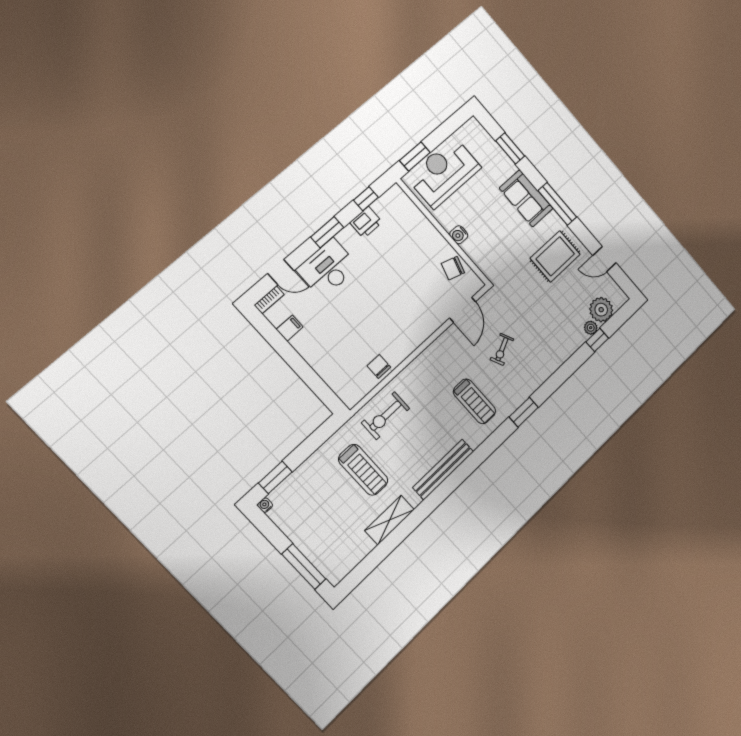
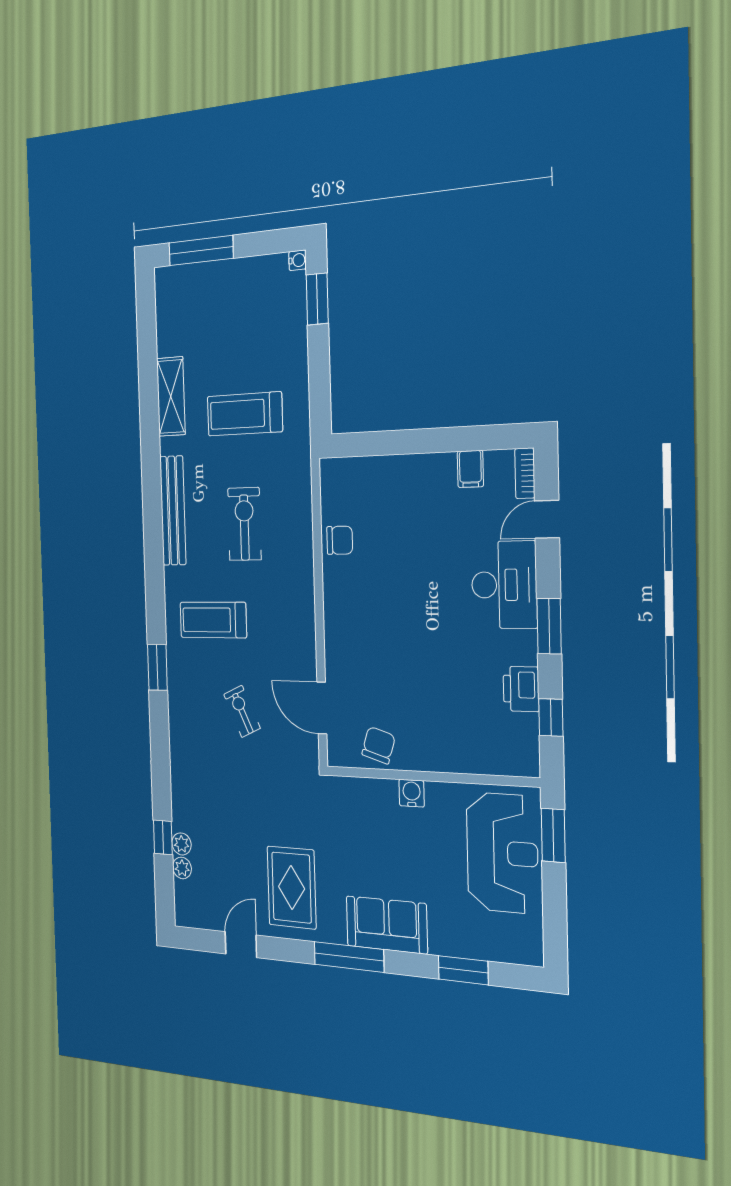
plant: (601, 310) -> (182, 868), width x0.53, depth x0.53
exercise bike: (386, 416) -> (244, 524), moved

